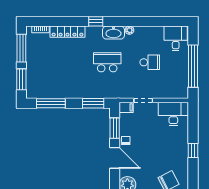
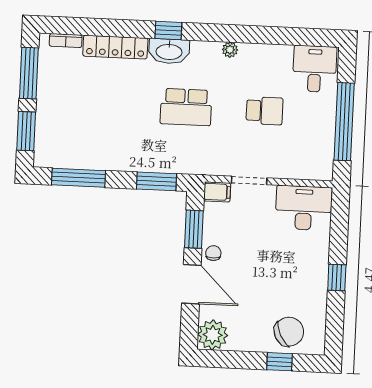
washbasin: (113, 33) -> (169, 51), moved
school desk: (107, 62) -> (186, 107), turned 180

